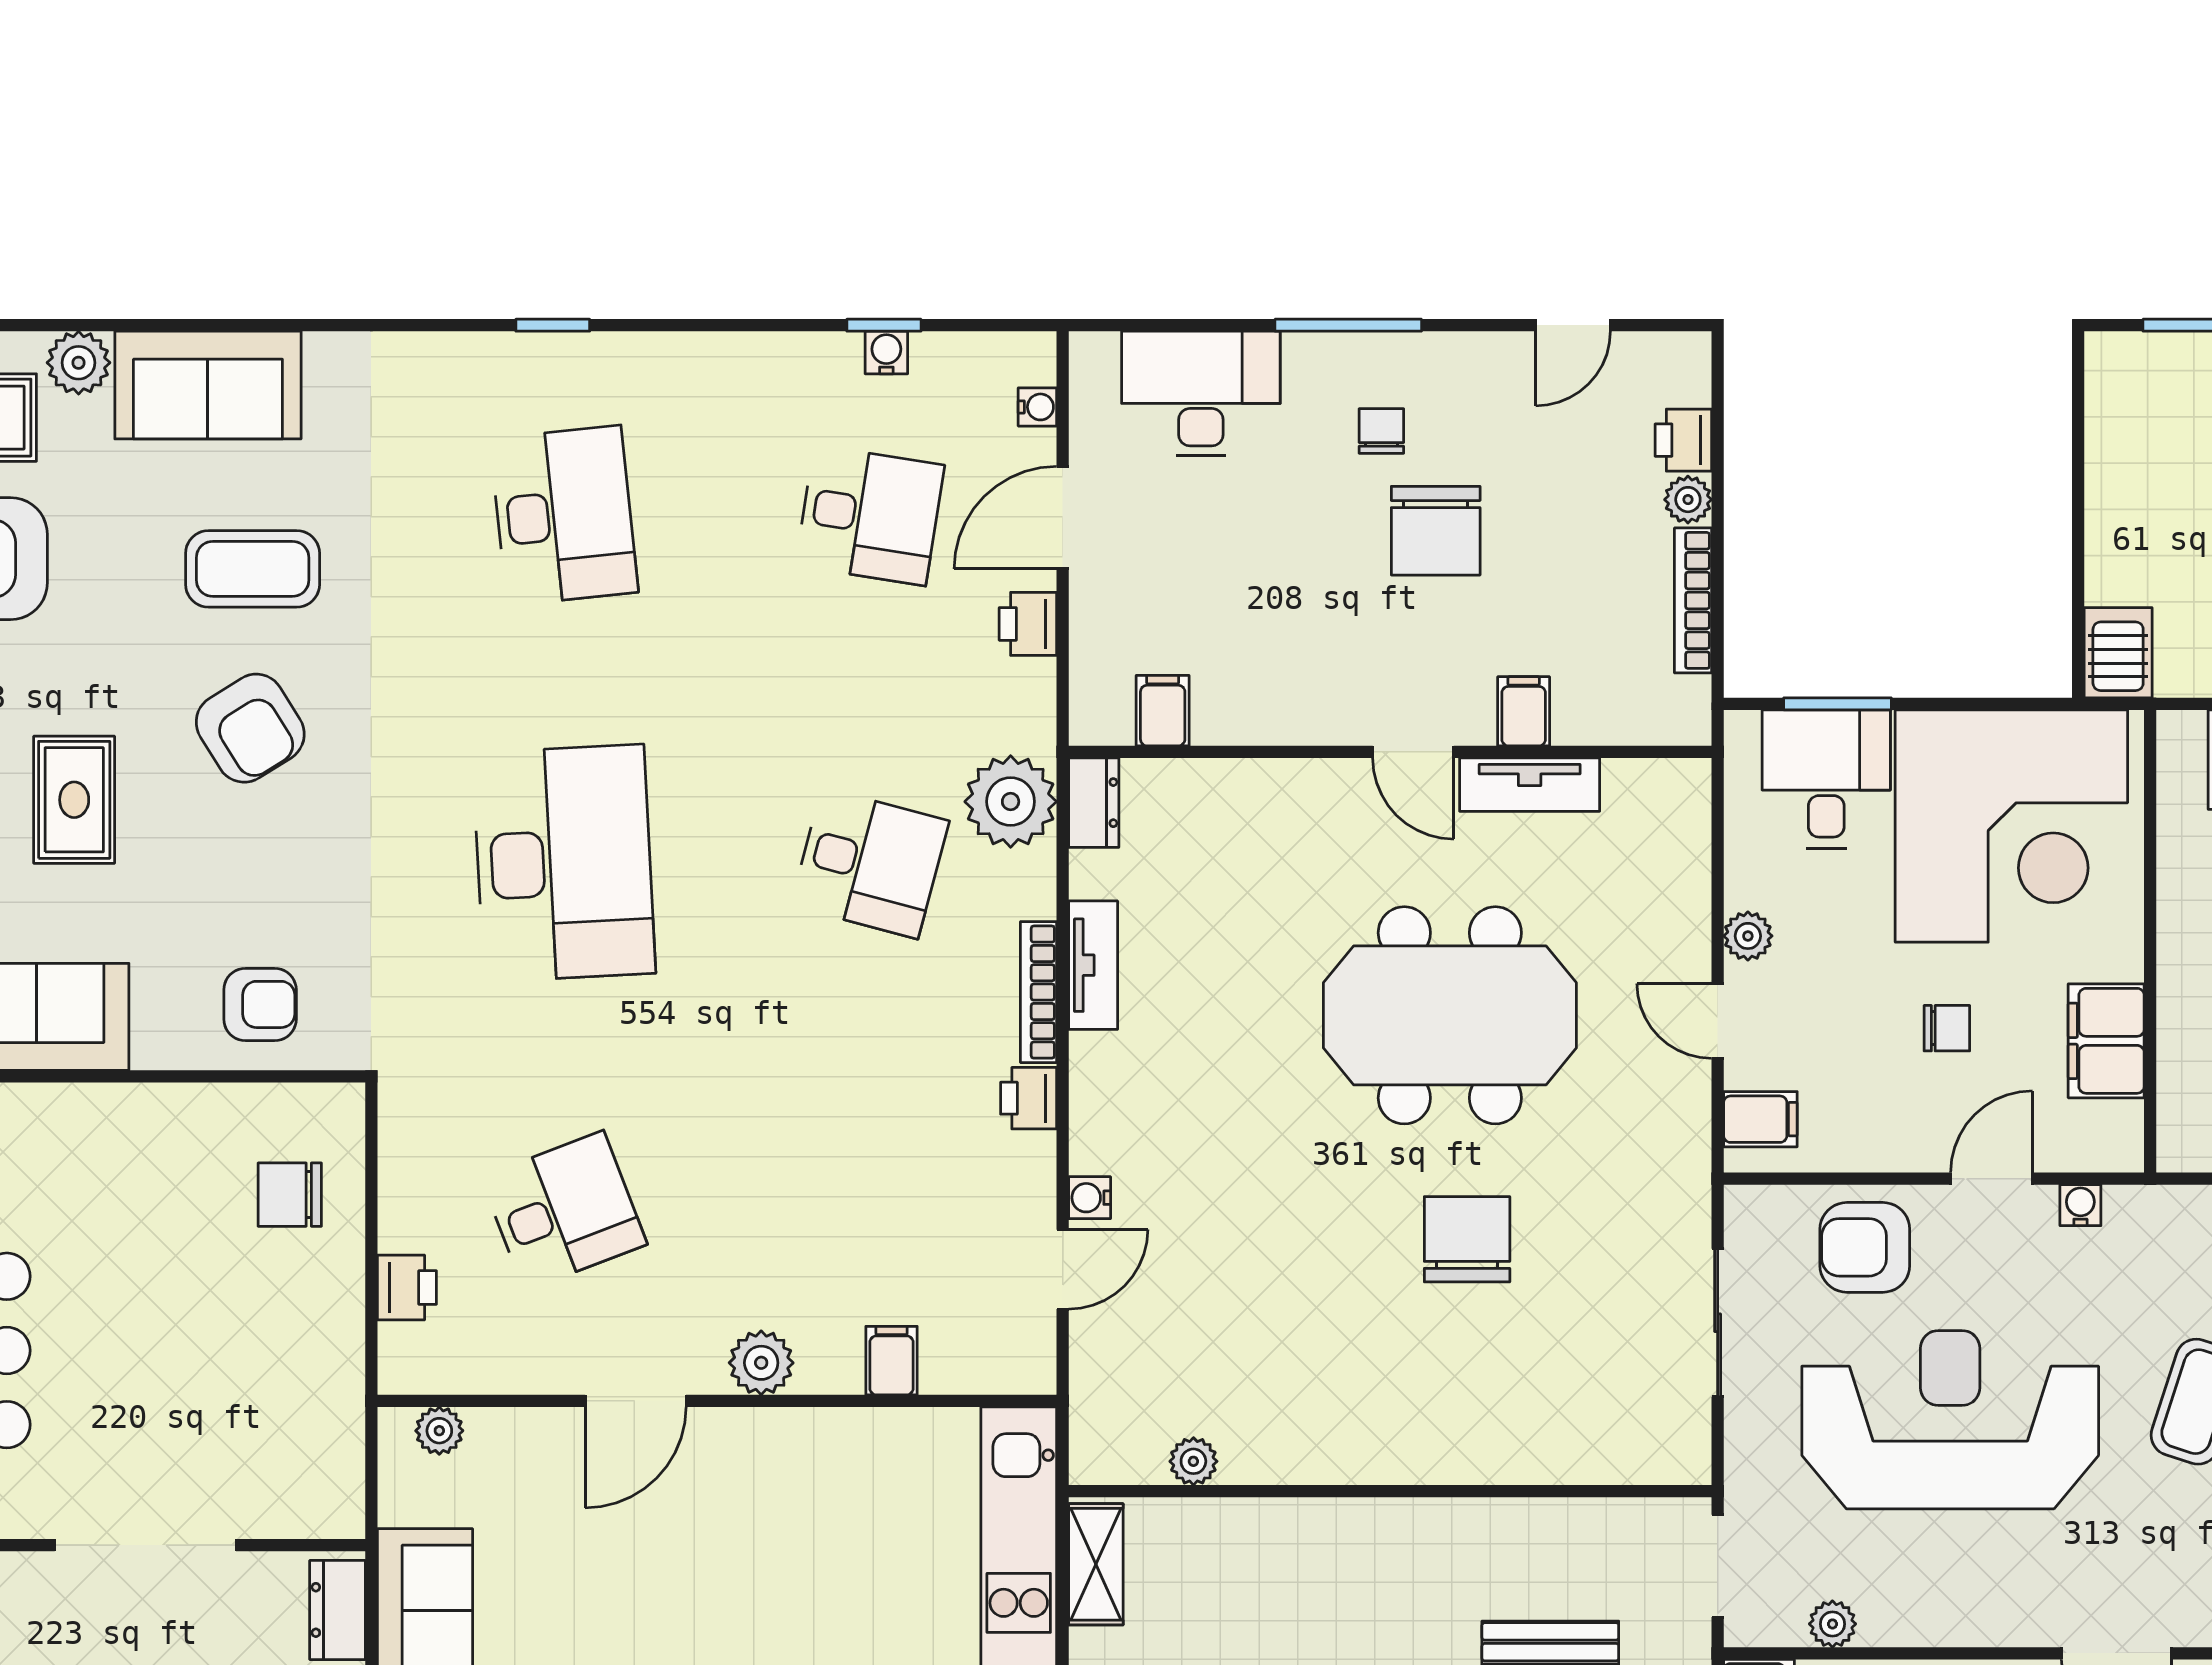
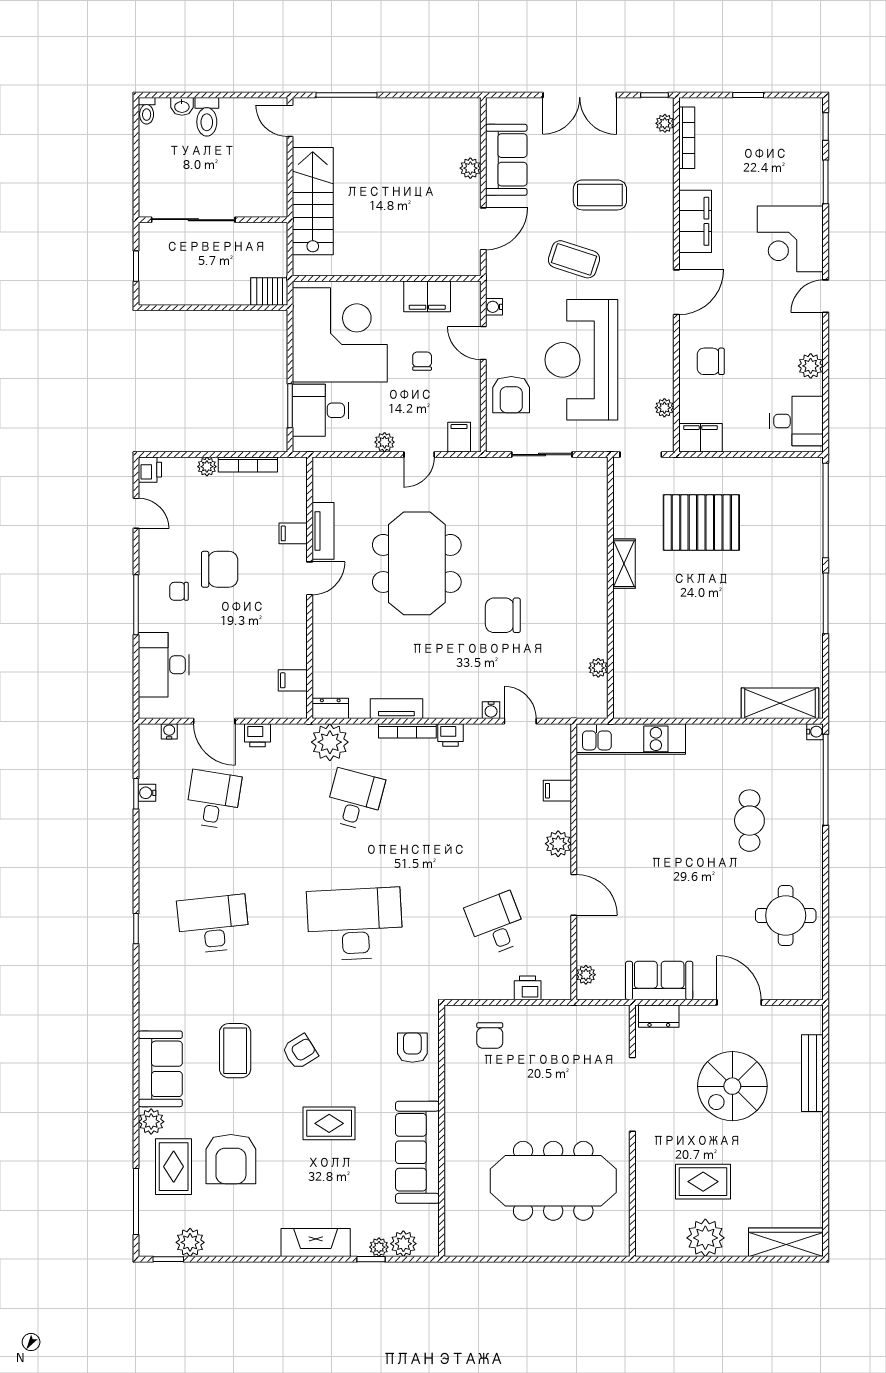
printer: (1683, 440) -> (150, 470), moved, turned -90
armchair: (250, 728) -> (300, 1052), width x0.72, depth x0.72
chair: (1467, 1239) -> (503, 615), moved
shelving: (1096, 1564) -> (624, 564), moved, turned 90

